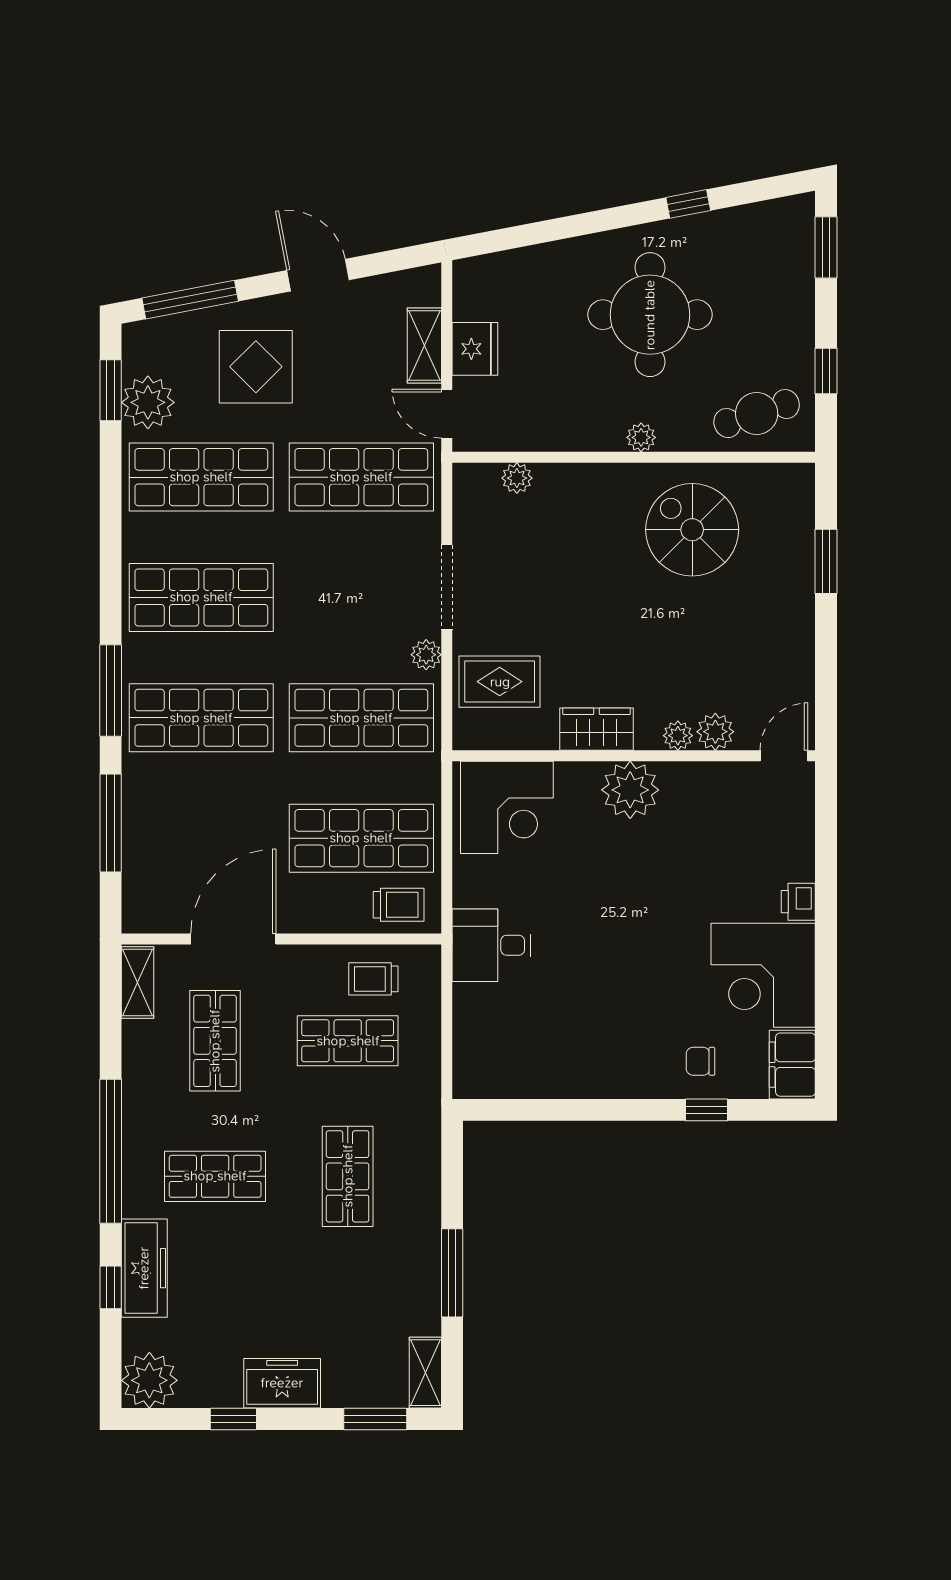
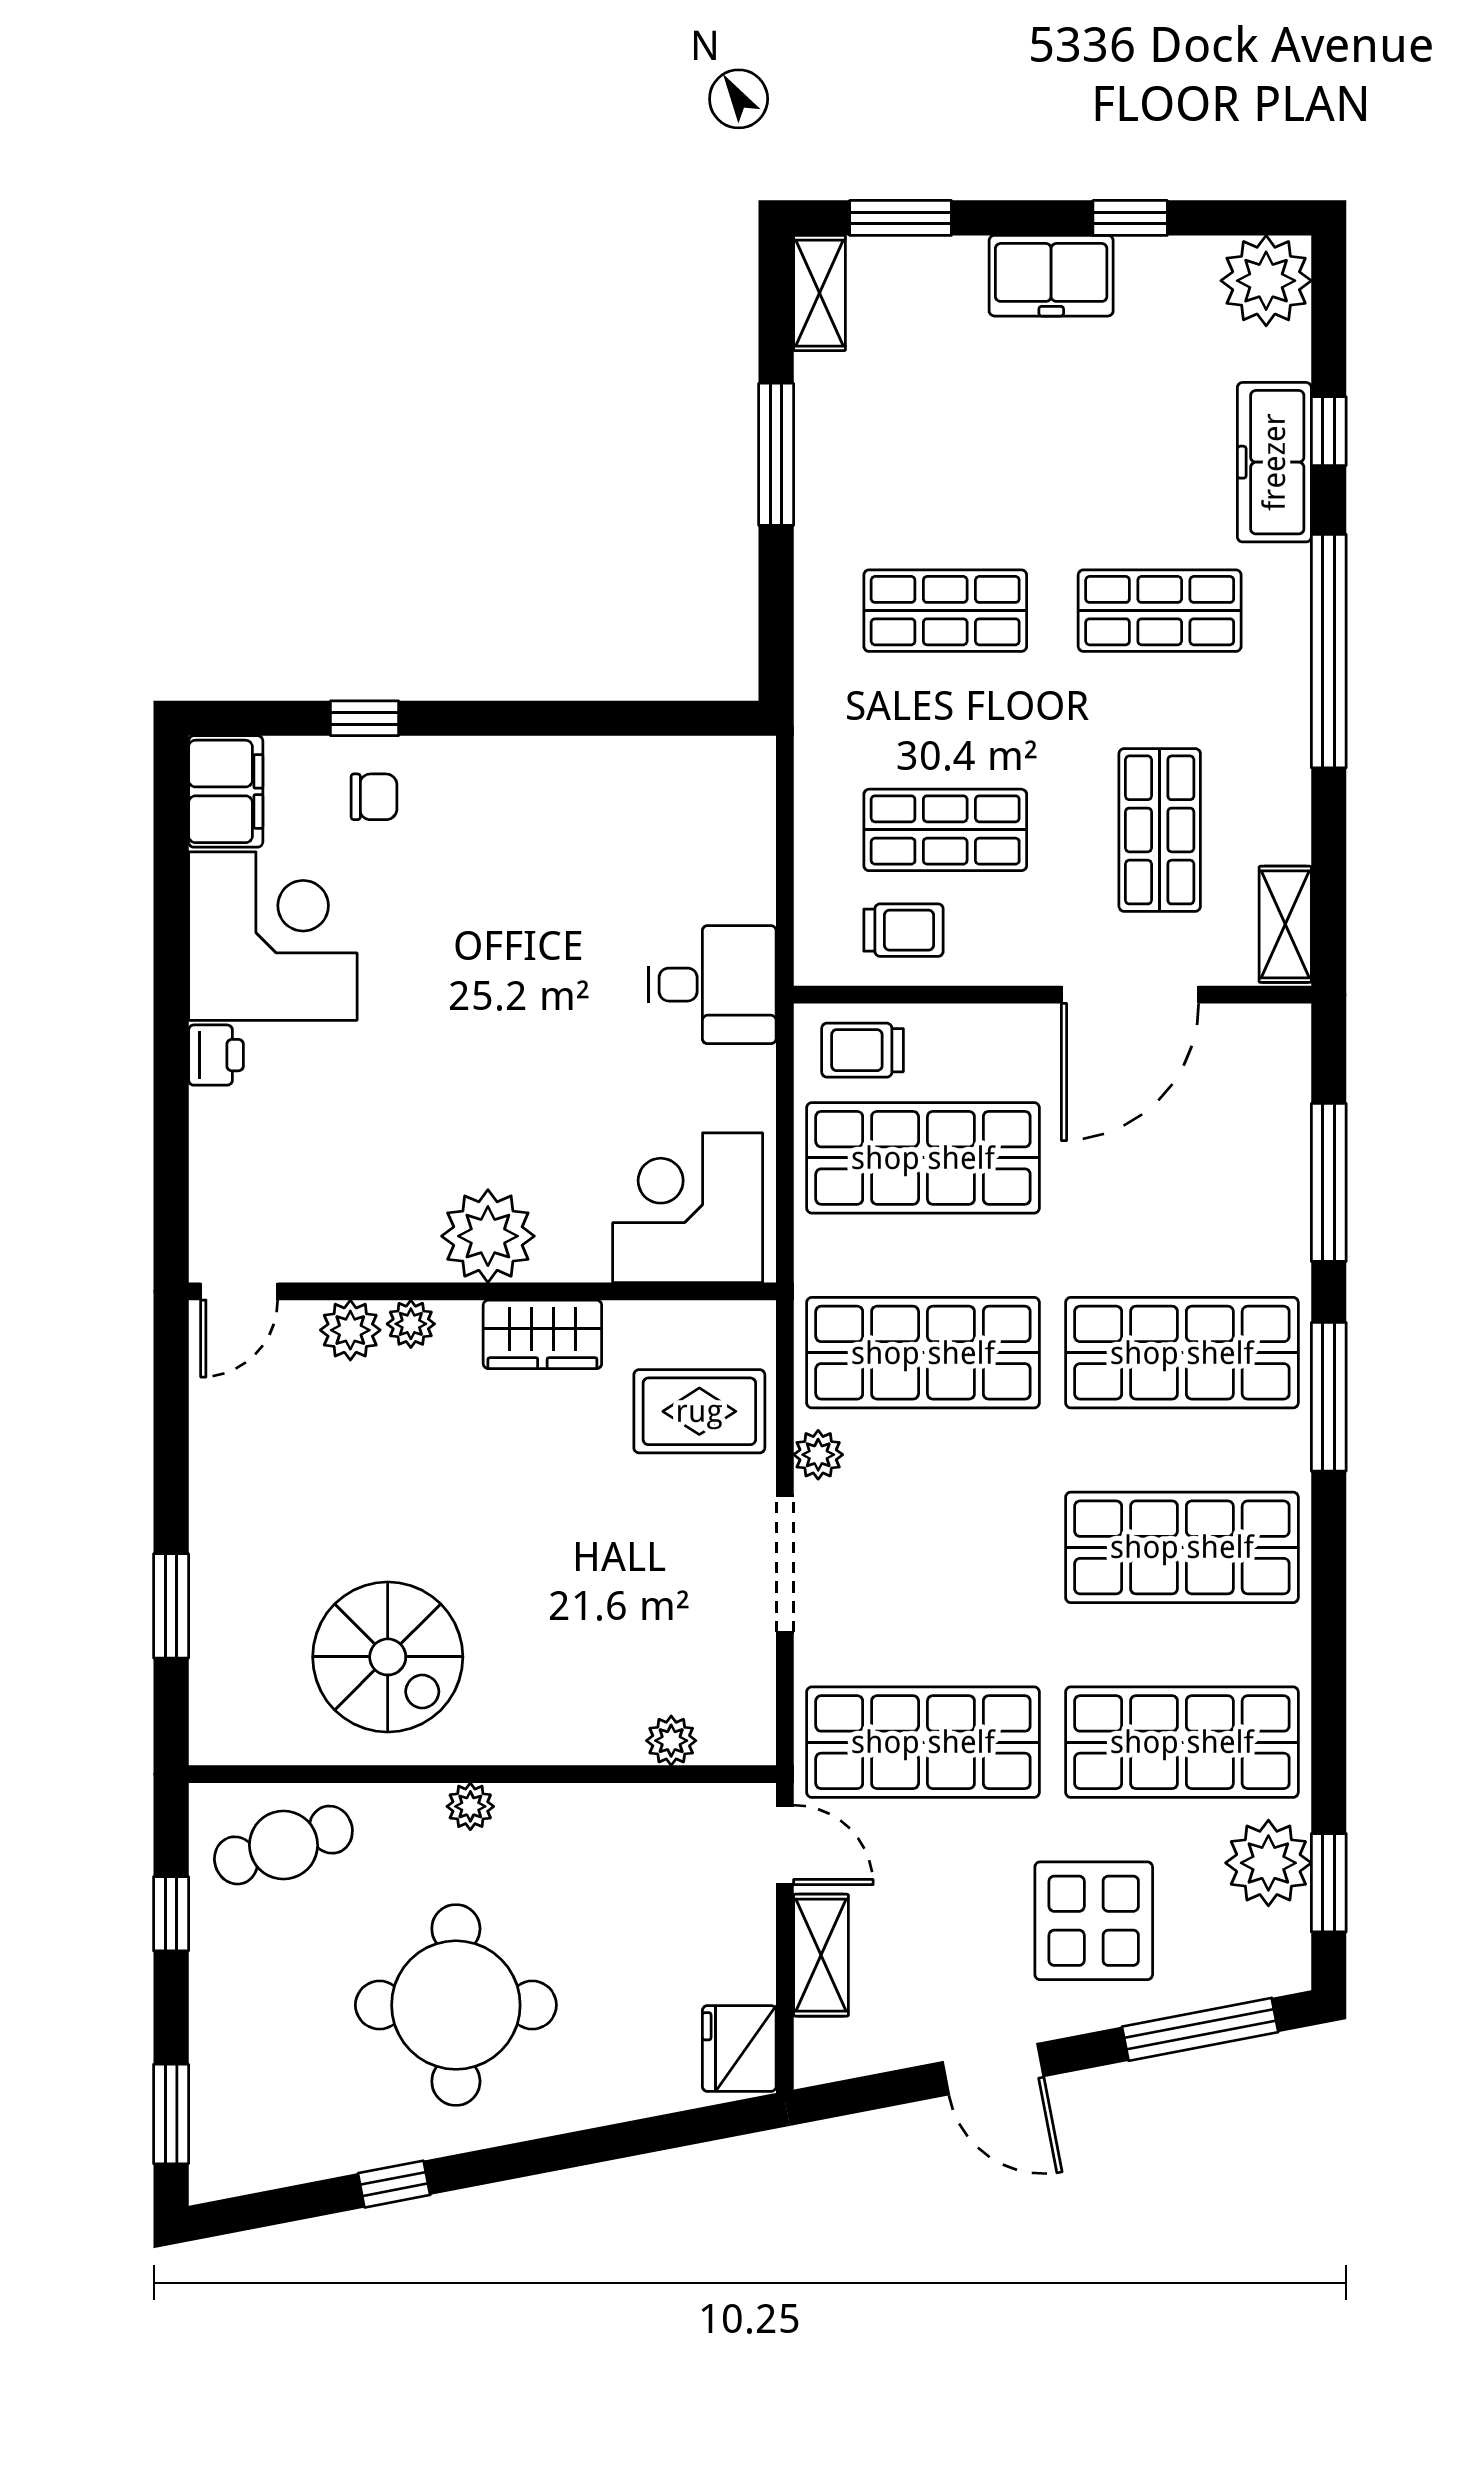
fridge: (475, 349) -> (739, 2049), moved
shop shelf: (348, 1176) -> (945, 611), turned 90

